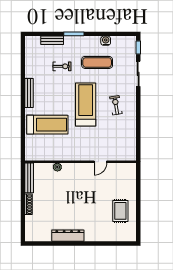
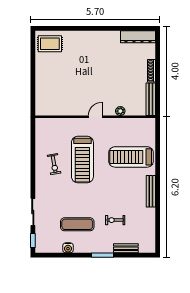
treadmill: (86, 104) -> (82, 160), moved
exercise bike: (116, 105) -> (54, 164), moved
door: (100, 162) -> (95, 117), moved
rug: (120, 211) -> (50, 44), moved, turned 90
dresser: (68, 236) -> (138, 37), moved

